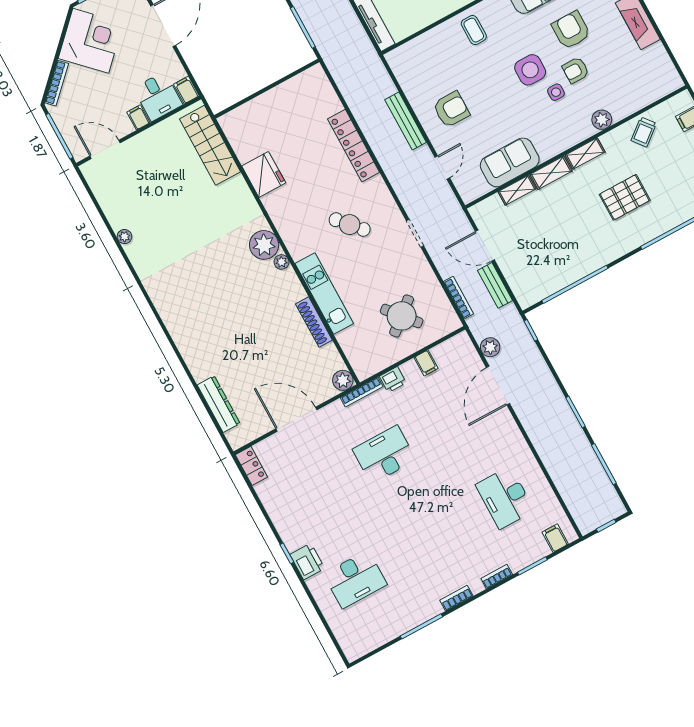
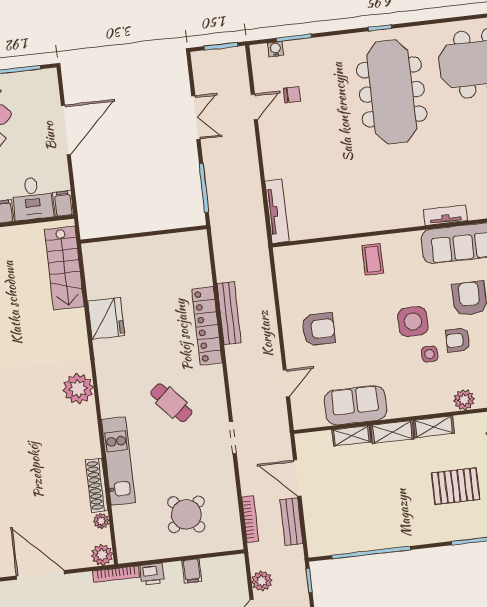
bench: (406, 121) -> (229, 313), moved
plant: (281, 262) -> (101, 521), moved

